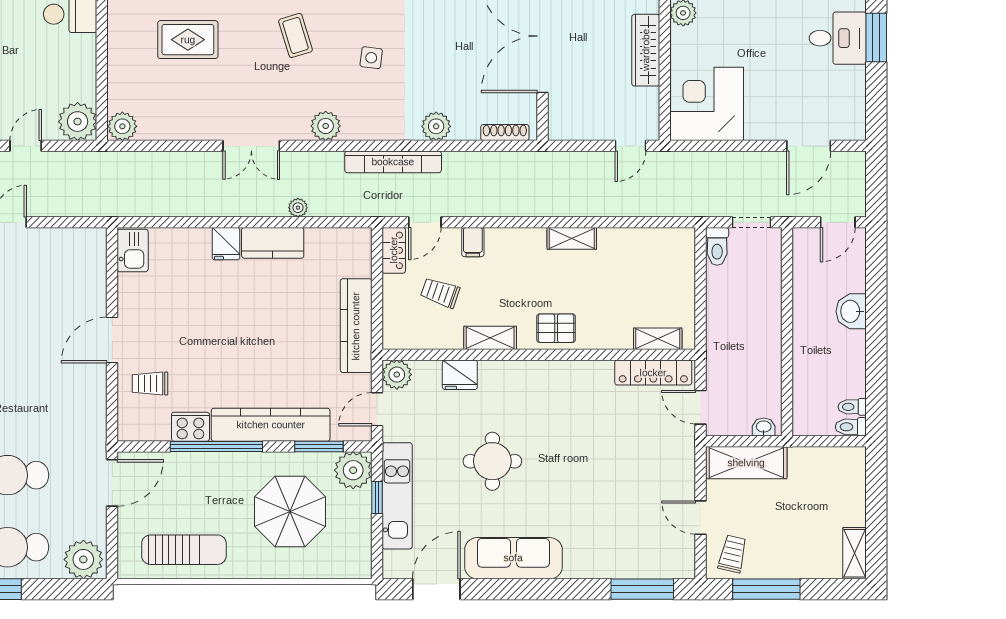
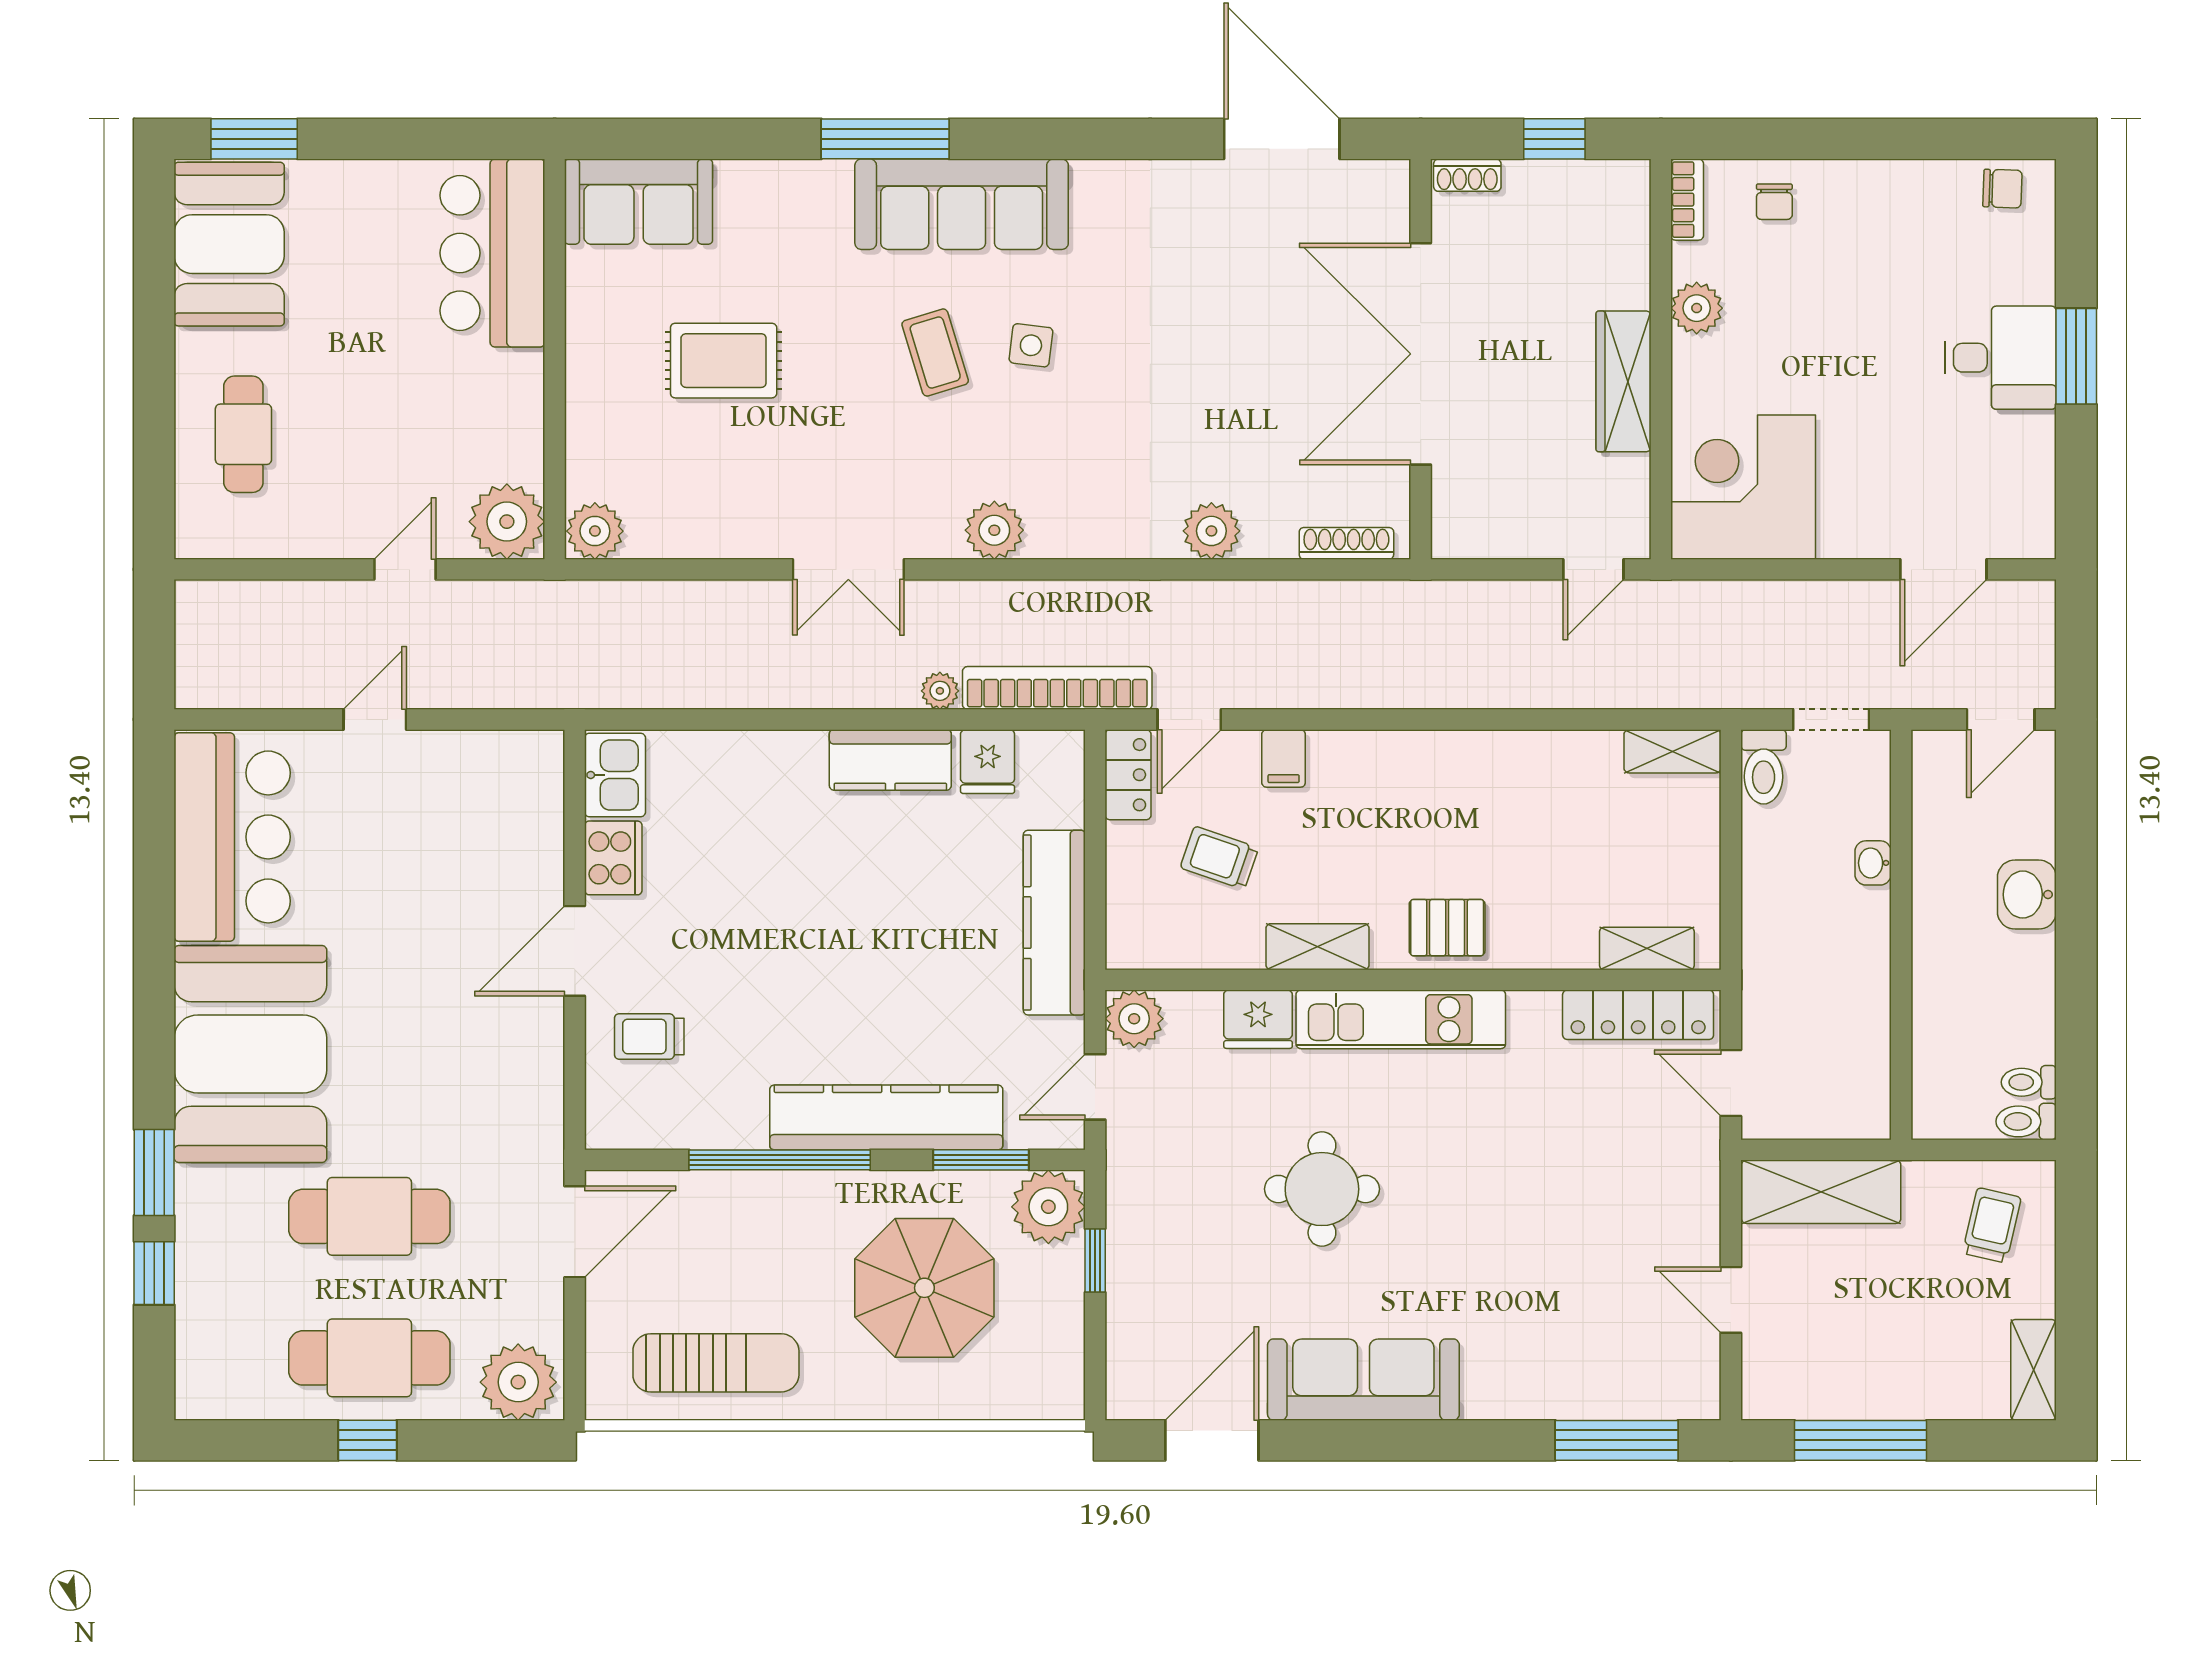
side table: (371, 58) -> (1031, 345), moved
bookcase: (393, 162) -> (1057, 688), moved, turned 180
shelving: (572, 238) -> (1673, 751), moved
fridge: (226, 244) -> (988, 762), moved
cooker: (190, 427) -> (613, 858), moved, turned 90
washbasin: (764, 427) -> (1873, 863), moved, turned -90
kitchen unit: (397, 496) -> (1401, 1019), moved, turned 90
trolley: (733, 554) -> (1992, 1225), moved

